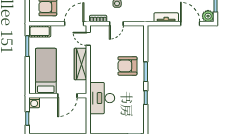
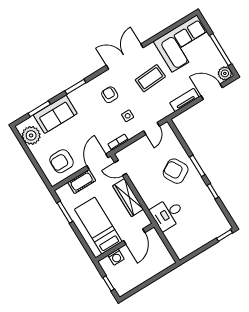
door: (116, 24) -> (152, 129), moved
cot: (40, 31) -> (82, 182), moved
armchair: (127, 66) -> (176, 171), turned 60
desk: (102, 98) -> (167, 214), width x0.73
washing machine: (34, 103) -> (116, 257), moved

